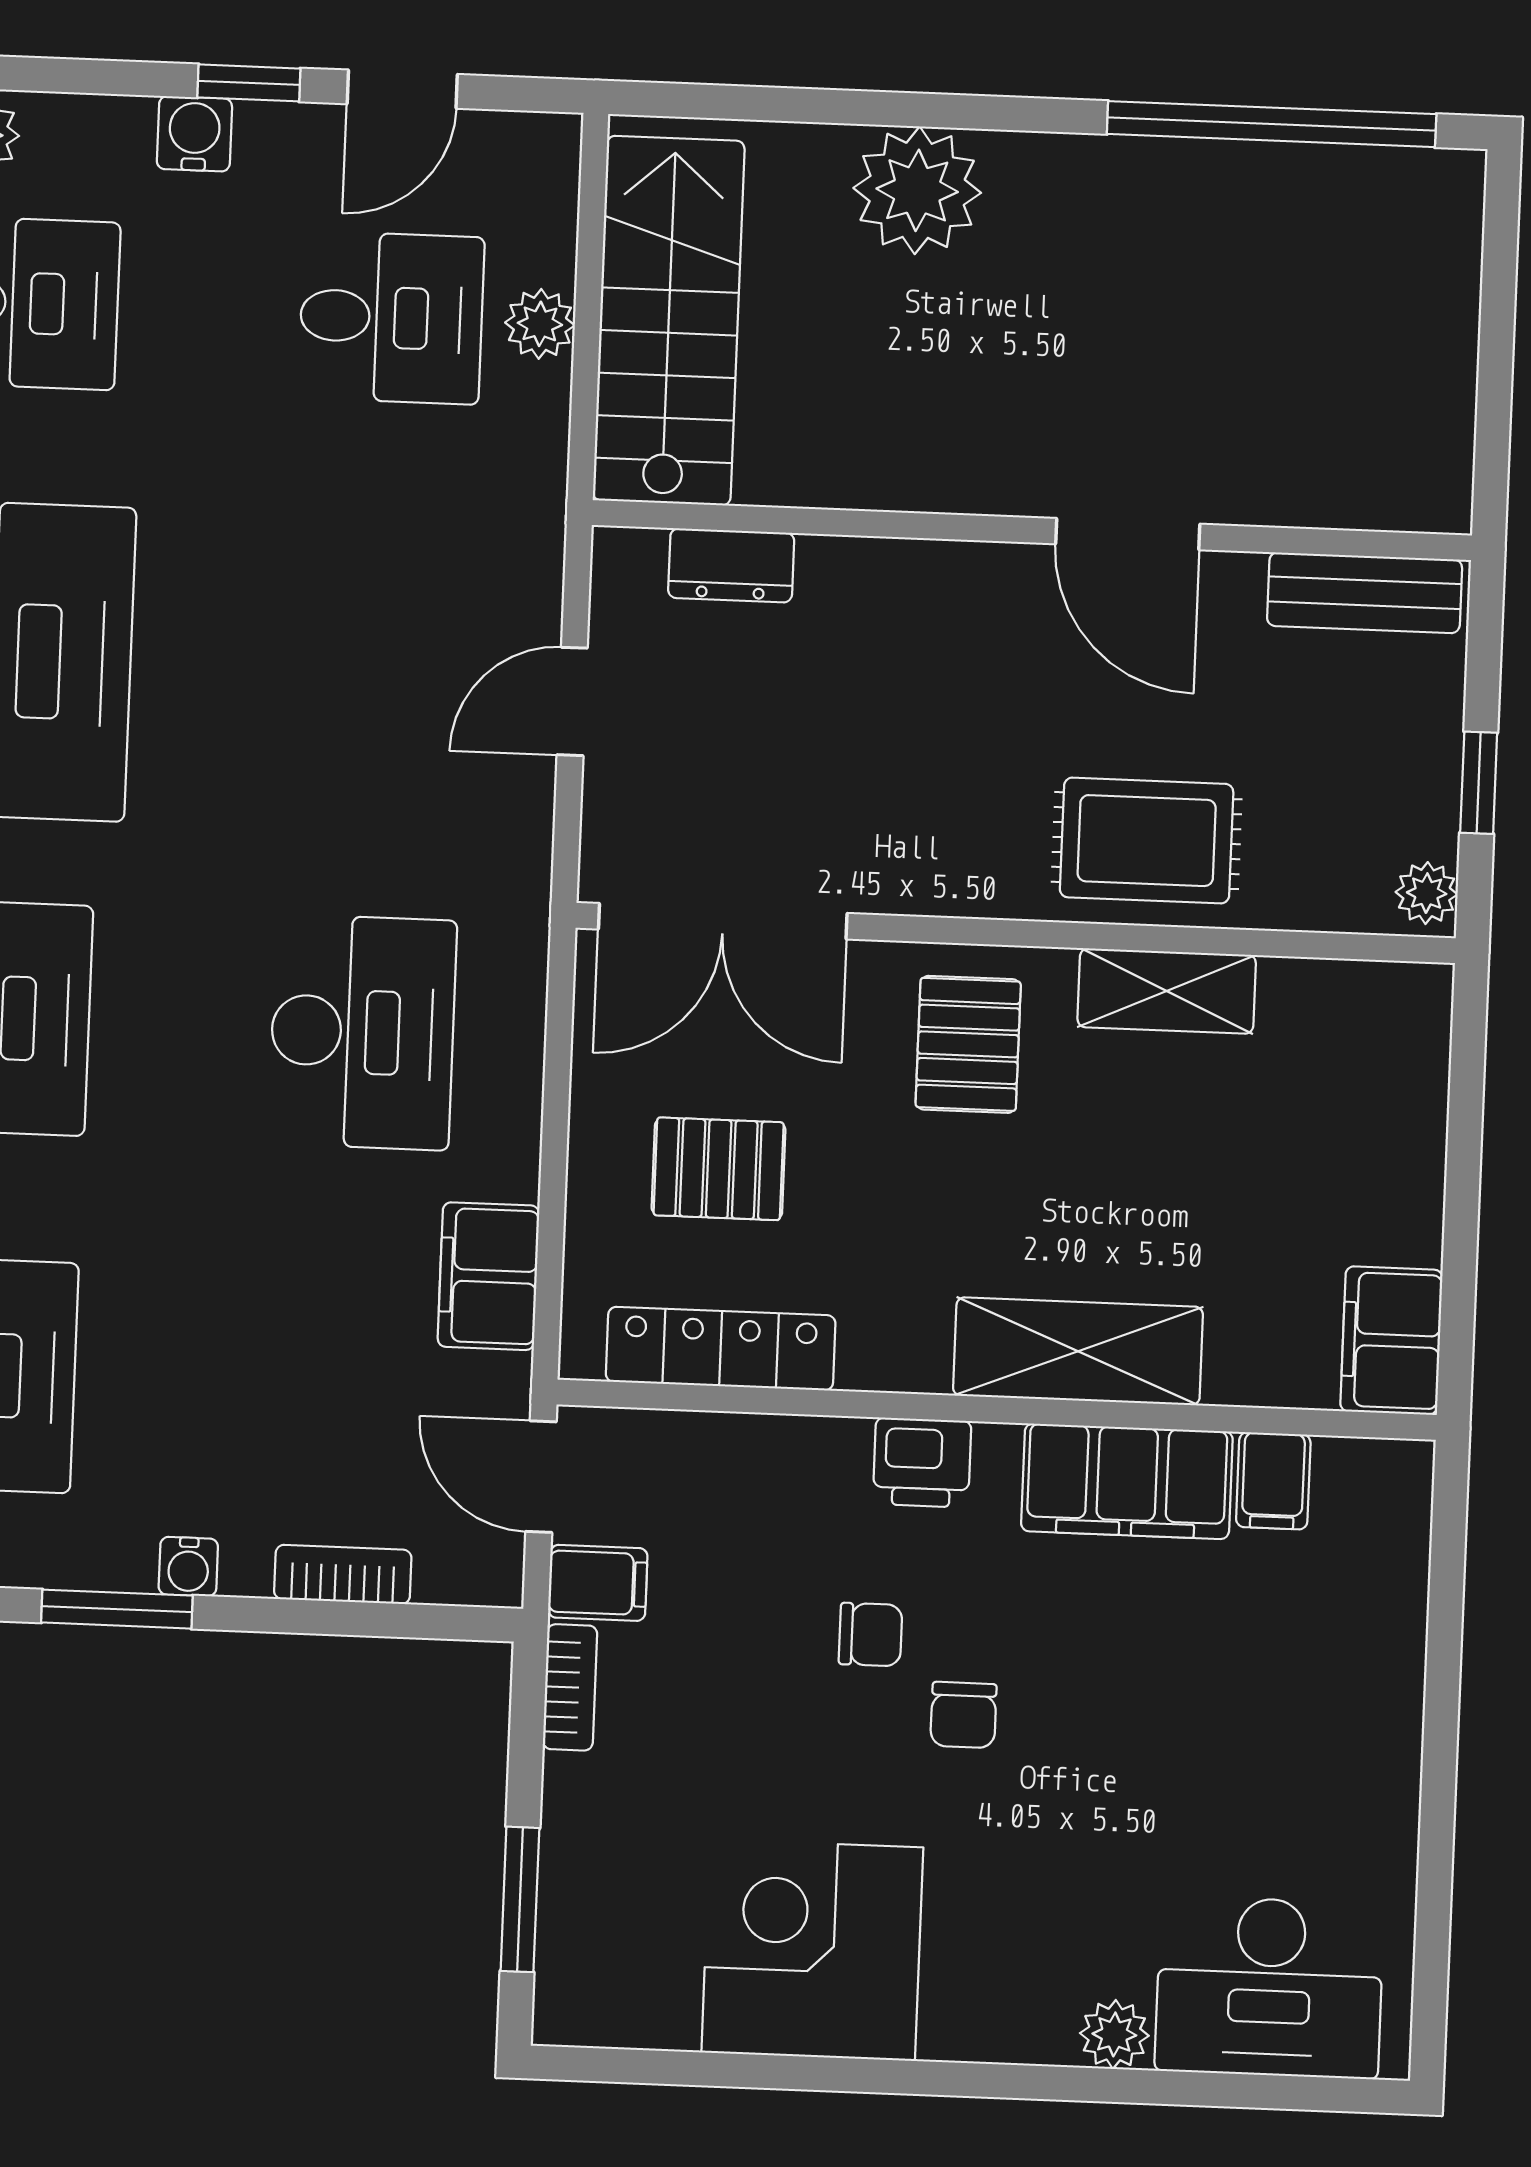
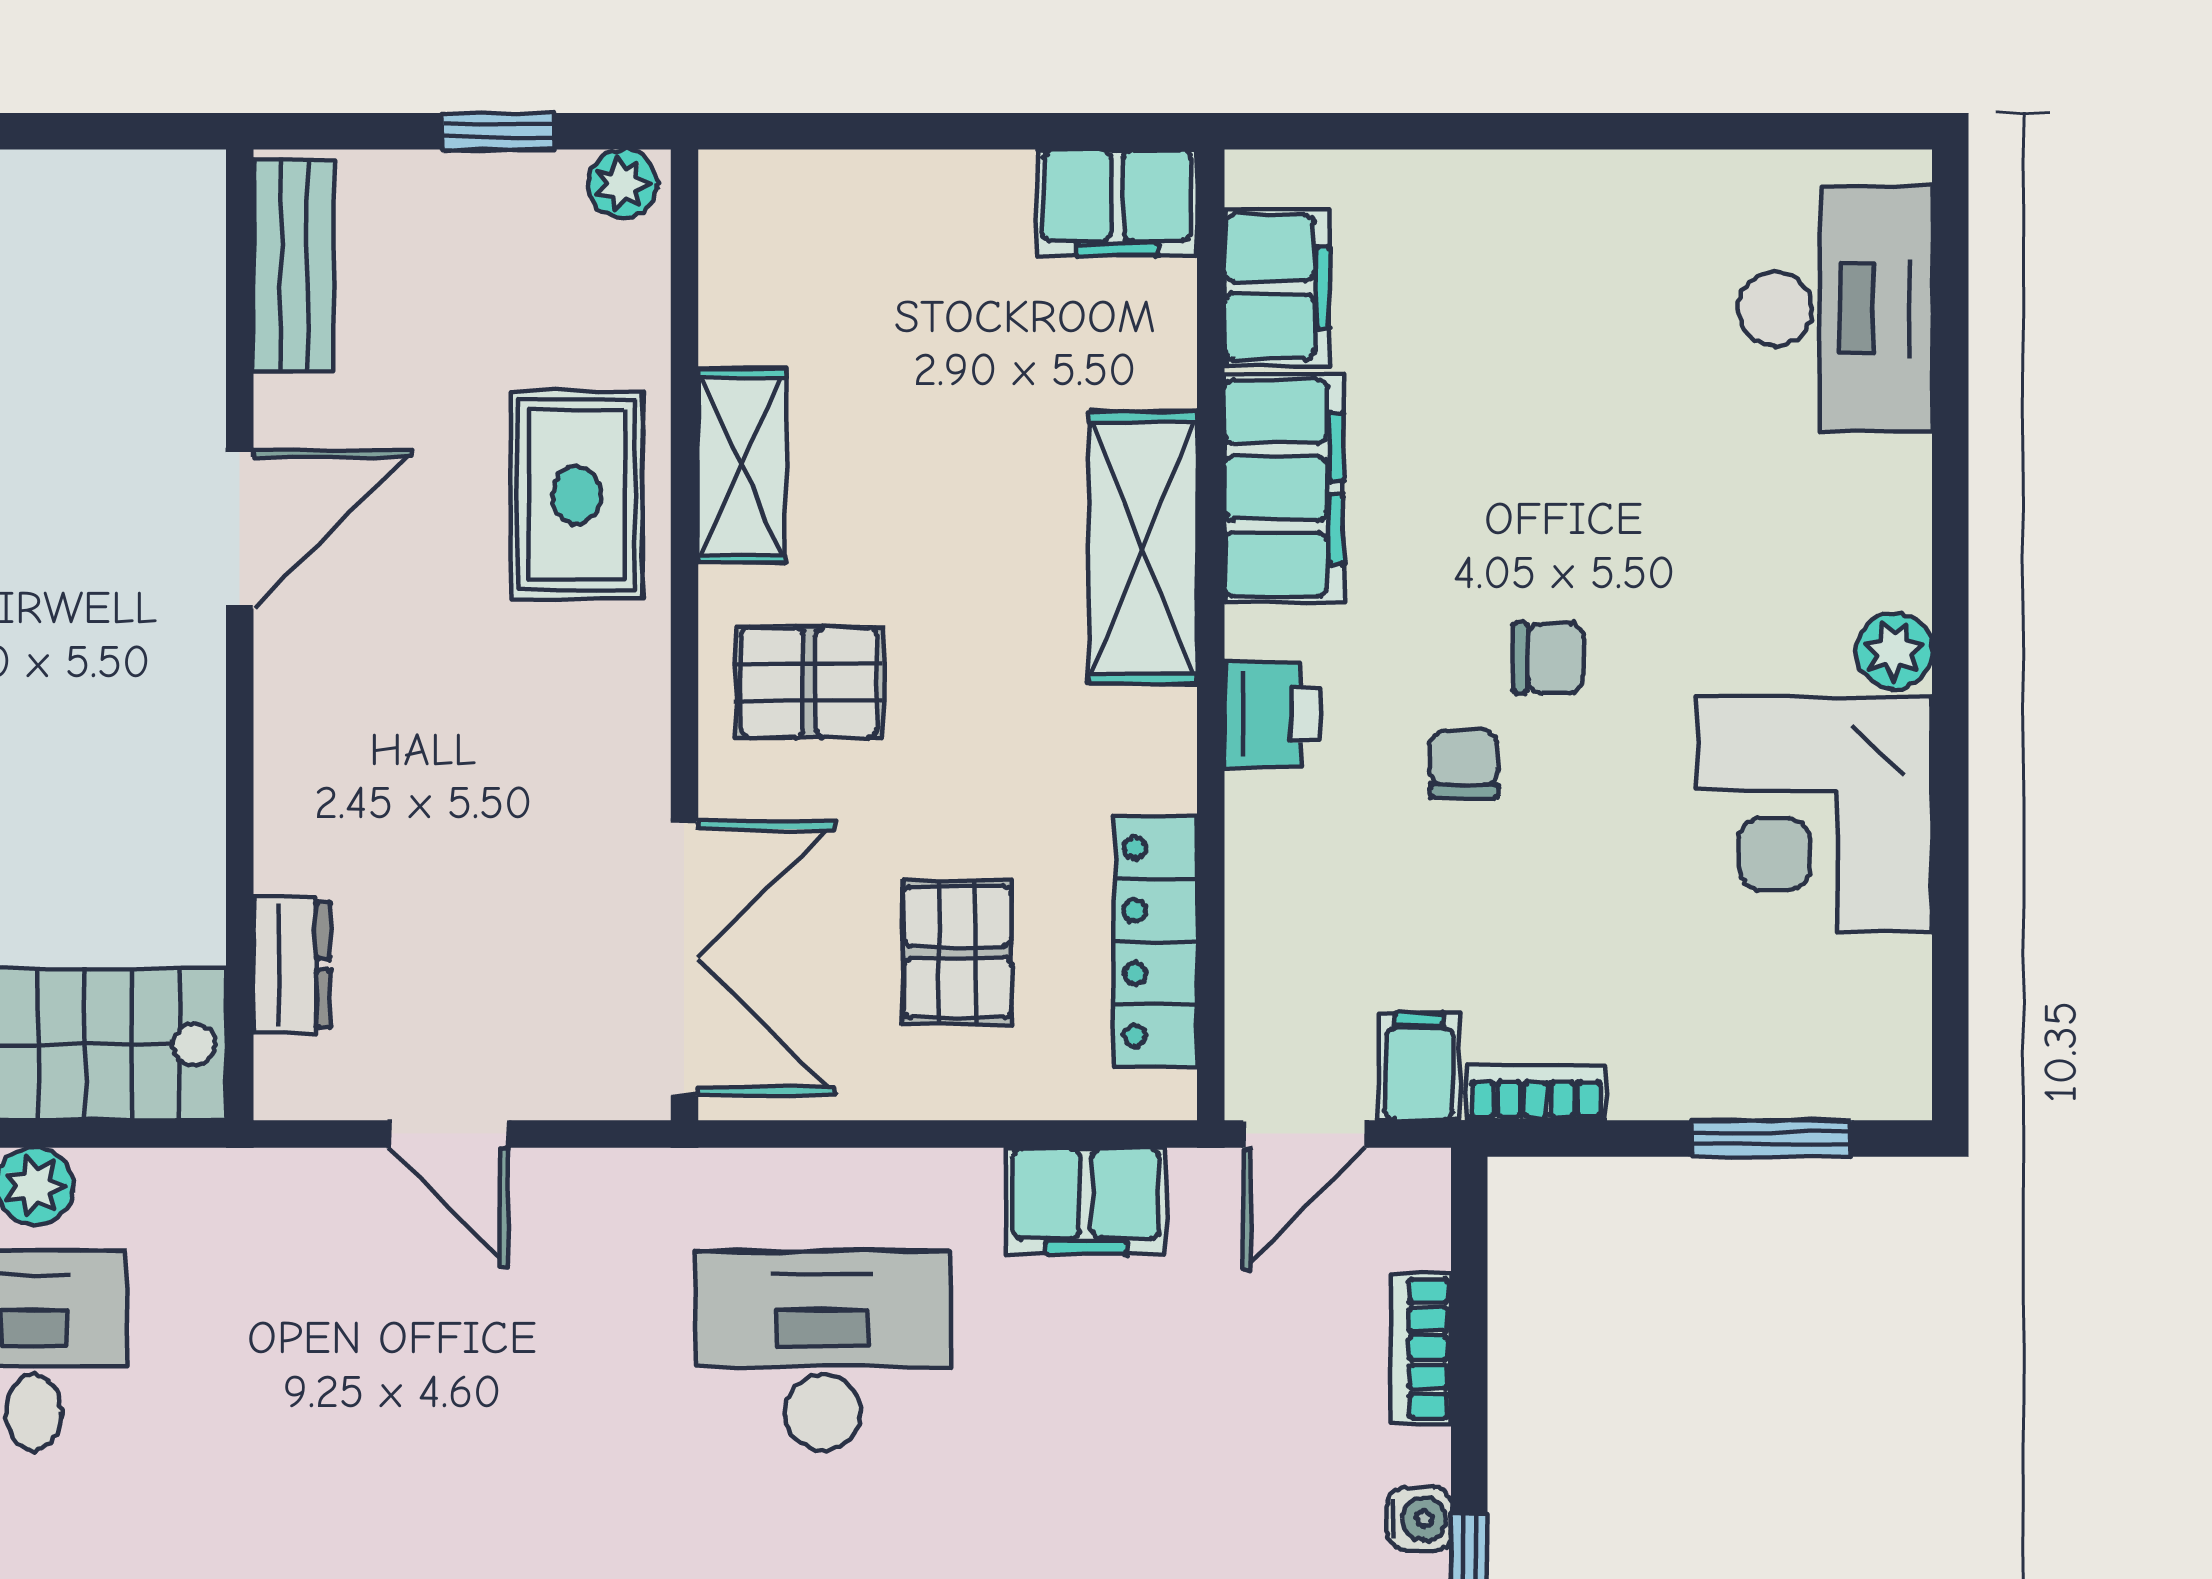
filing cabinet: (1273, 1481) -> (1277, 287), width x2.00
plant: (1114, 2034) -> (1894, 651), moved

